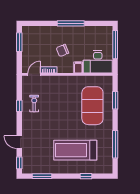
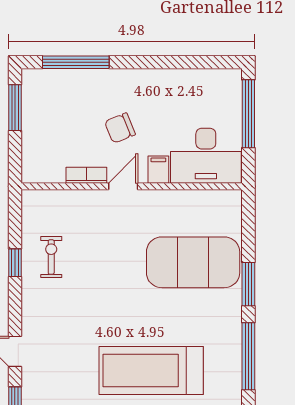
window: (71, 23) -> (76, 62), moved
door: (34, 74) -> (123, 186), moved
window: (115, 100) -> (248, 284), moved
exercise mat: (92, 106) -> (193, 262), turned 90

